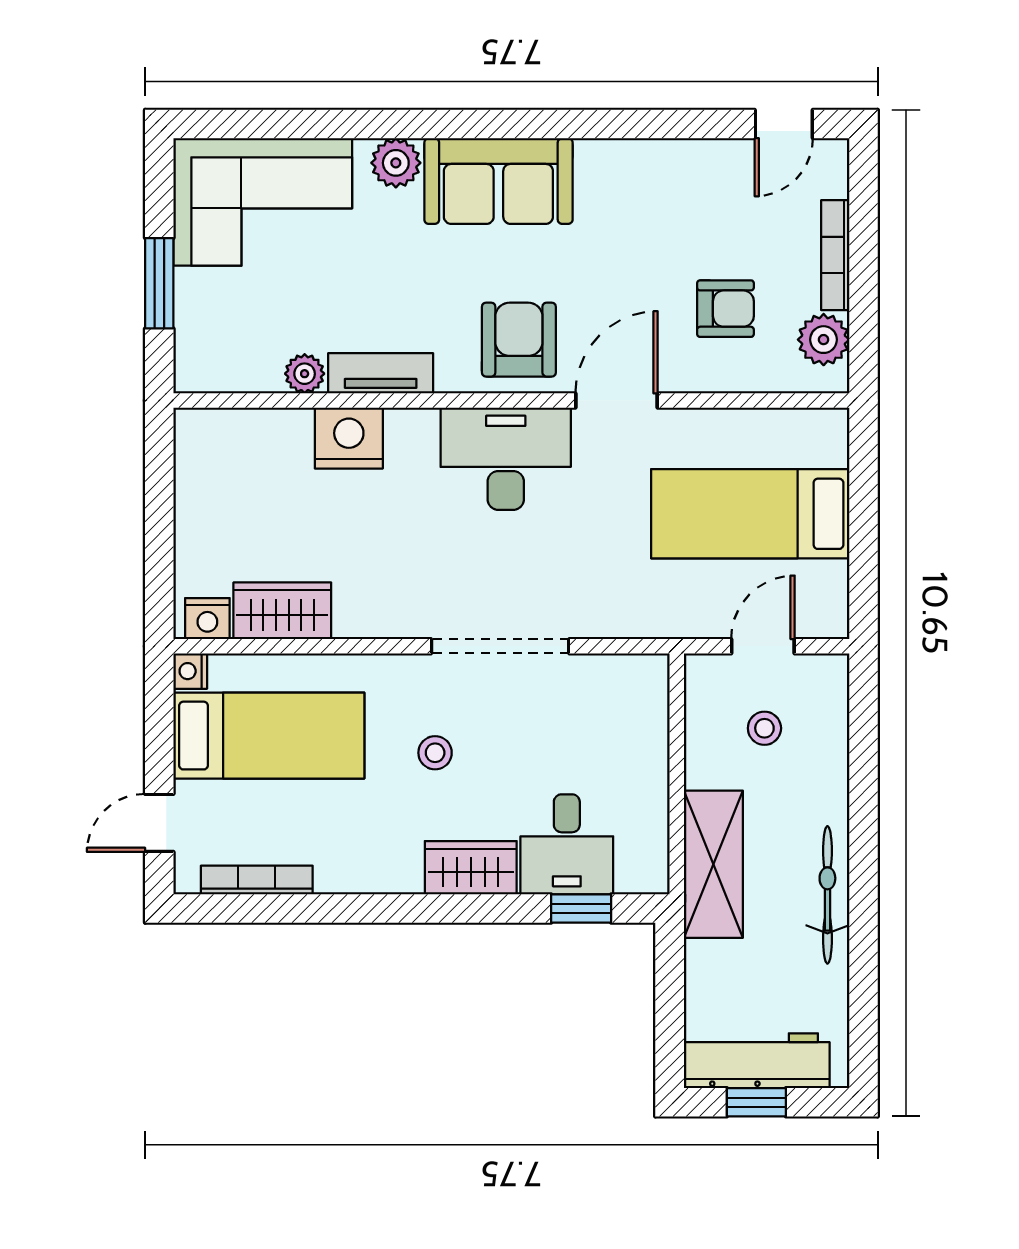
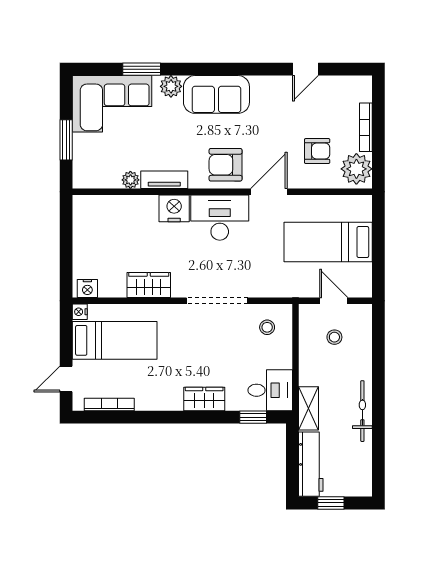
window: (330, 124) -> (142, 69), added
door: (784, 124) -> (305, 69), moved
armchair: (519, 340) -> (226, 165), turned -90
plant: (824, 340) -> (356, 169), width x1.36, depth x1.36
nightstand: (349, 438) -> (174, 208), moved
wardrobe: (282, 611) -> (149, 285), moved
door: (763, 646) -> (334, 301), hinge flipped
stool: (435, 753) -> (267, 327), moved
desk: (567, 844) -> (270, 390), moved, turned -90
shelving: (713, 864) -> (309, 408), width x0.67, depth x0.75
workbench: (757, 1061) -> (311, 464), moved, turned 90

